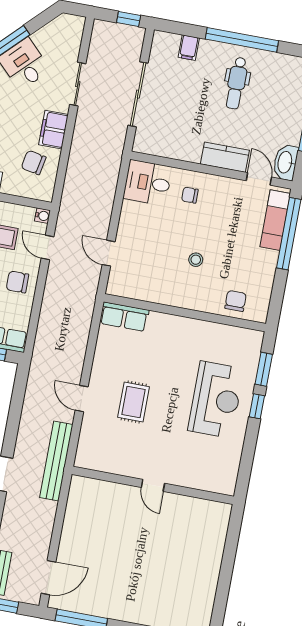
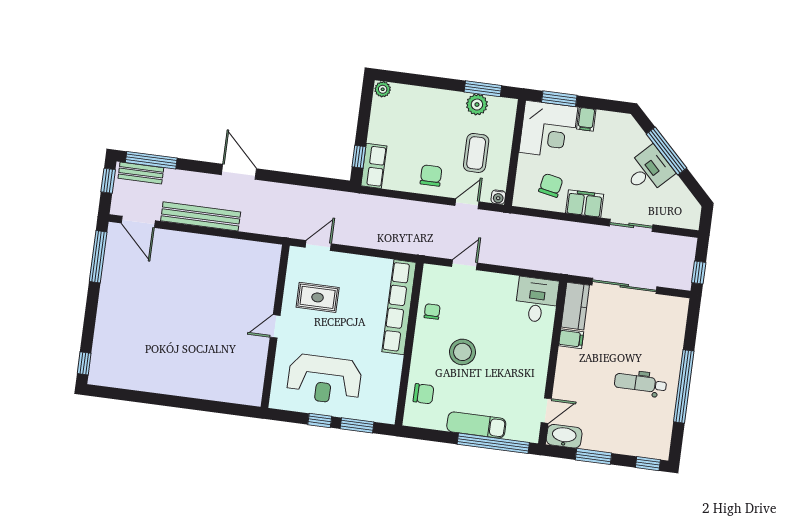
filing cabinet: (189, 48) -> (571, 339), moved, turned 180
kitchen counter: (225, 157) -> (575, 306), moved
chair: (190, 195) -> (432, 311), moved
exam couch: (275, 220) -> (476, 425), moved
stool: (196, 260) -> (463, 352), width x1.89, depth x1.89
row of seats: (124, 317) -> (399, 307), width x2.02
bench: (56, 461) -> (201, 216), moved
door: (153, 485) -> (275, 326), moved
wall: (153, 485) -> (275, 326), moved

